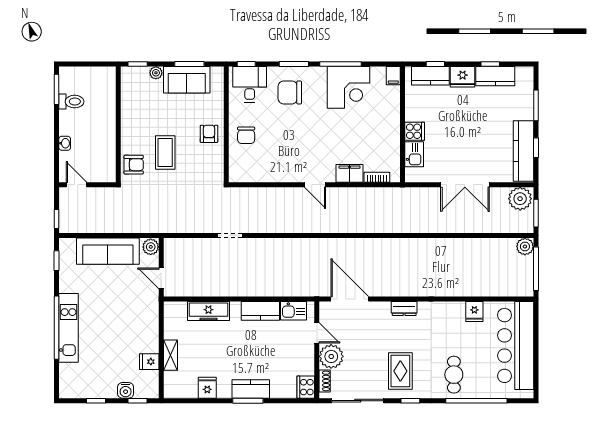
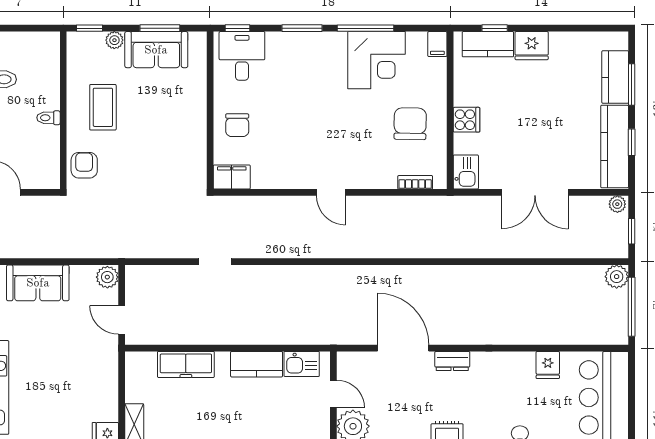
window: (490, 64) -> (569, 28), removed
kitchen counter: (495, 76) -> (615, 77), moved, turned 90
chair: (290, 92) -> (410, 124), moved, turned 91
toilet: (107, 130) -> (48, 118), added
armchair: (209, 134) -> (187, 123), removed
coffee table: (165, 153) -> (103, 107), moved
kitchen sink: (414, 154) -> (466, 172), moved
armchair: (134, 165) -> (84, 165), turned -90
filing cabinet: (350, 173) -> (232, 177), moved
plant: (520, 199) -> (617, 204), width x0.53, depth x0.53
window: (536, 213) -> (632, 231), width x0.67
sofa: (108, 251) -> (38, 283), width x0.73
door: (350, 299) -> (403, 348), moved

